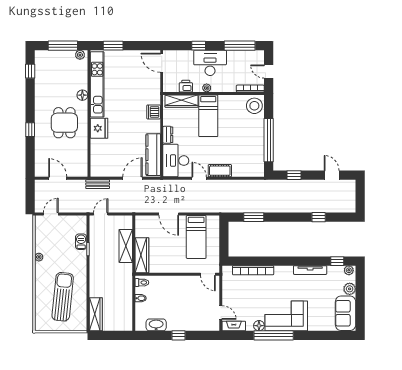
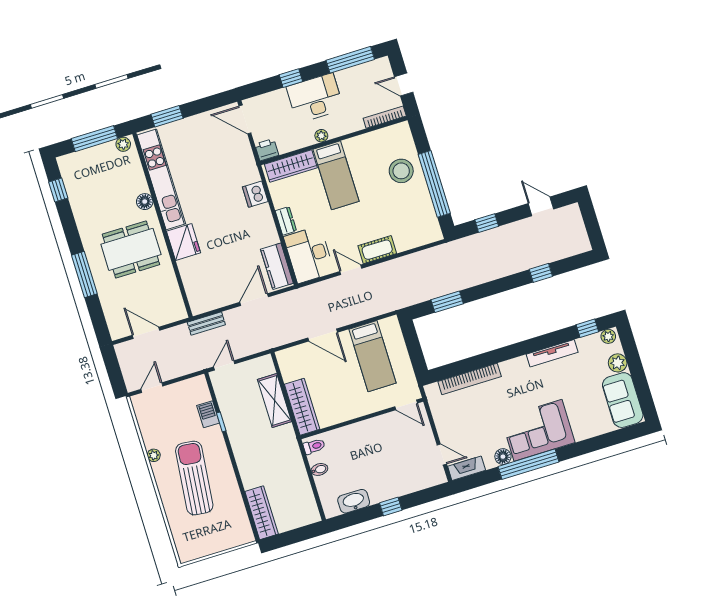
printer: (186, 86) -> (267, 150), moved
stool: (254, 106) -> (401, 171), moved
dining table: (64, 123) -> (131, 249), width x1.38
window: (30, 130) -> (84, 275), width x2.17
kitchen counter: (153, 155) -> (277, 266), width x0.67
sun lounger: (63, 297) -> (194, 478), moved

